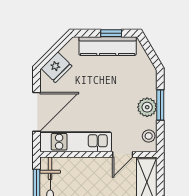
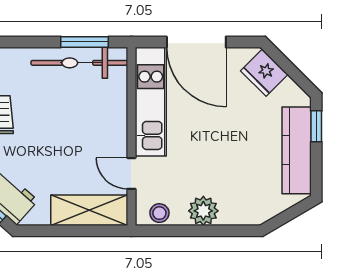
window: (111, 33) -> (316, 126), moved
window: (160, 105) -> (207, 231), removed

